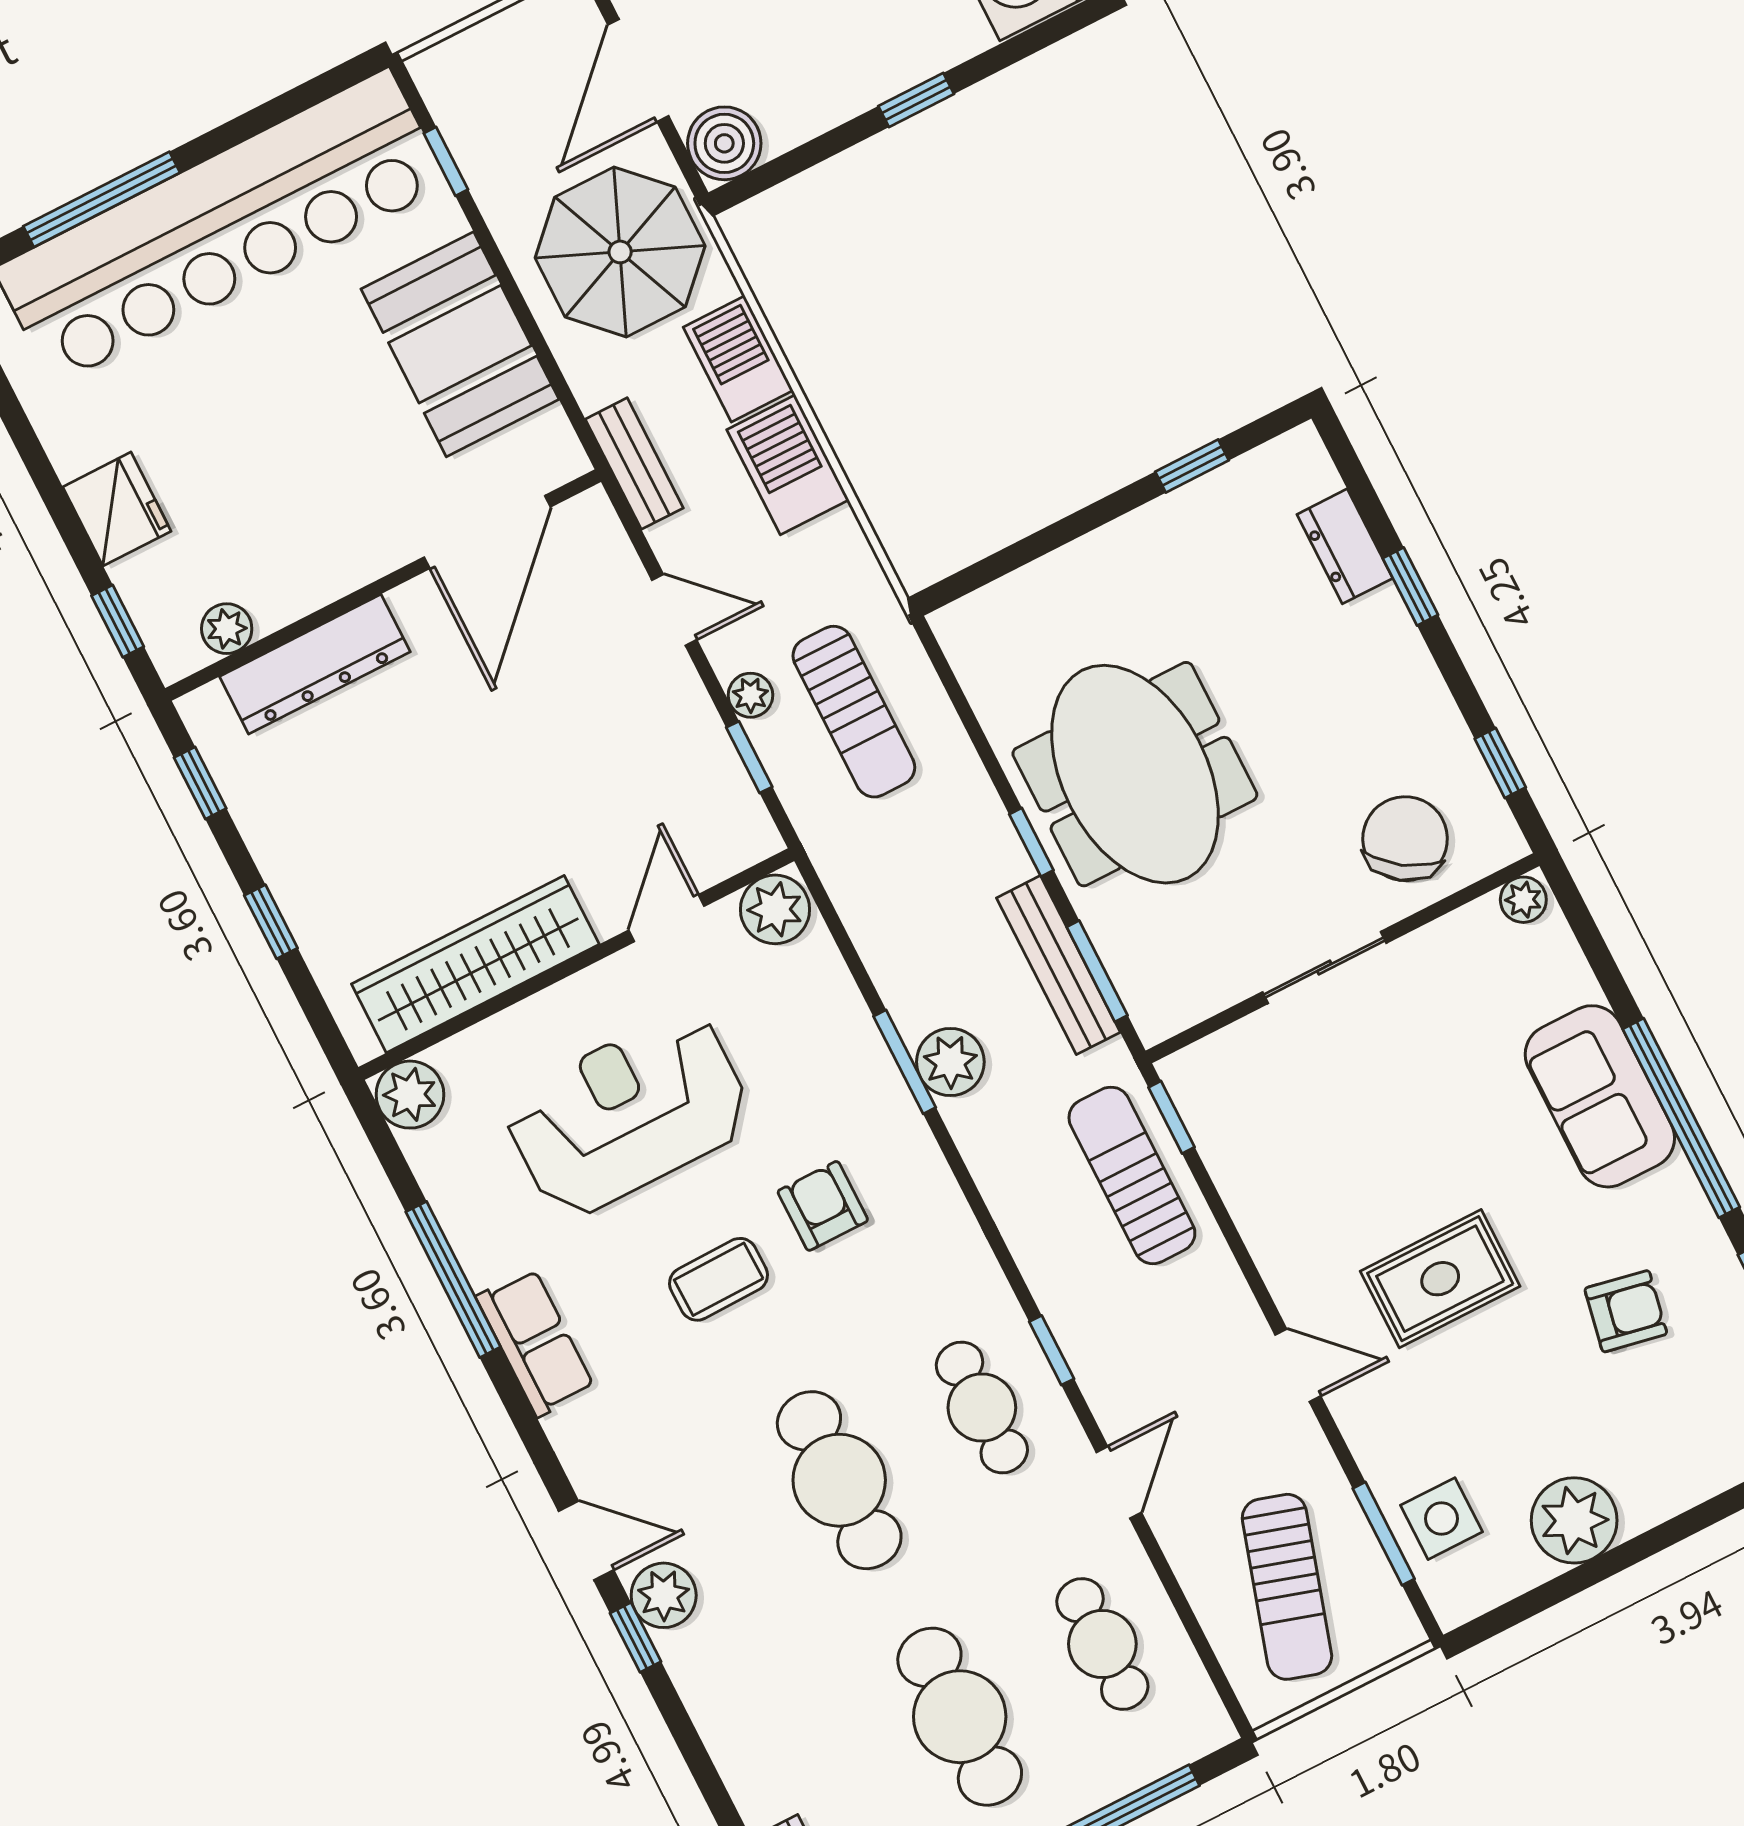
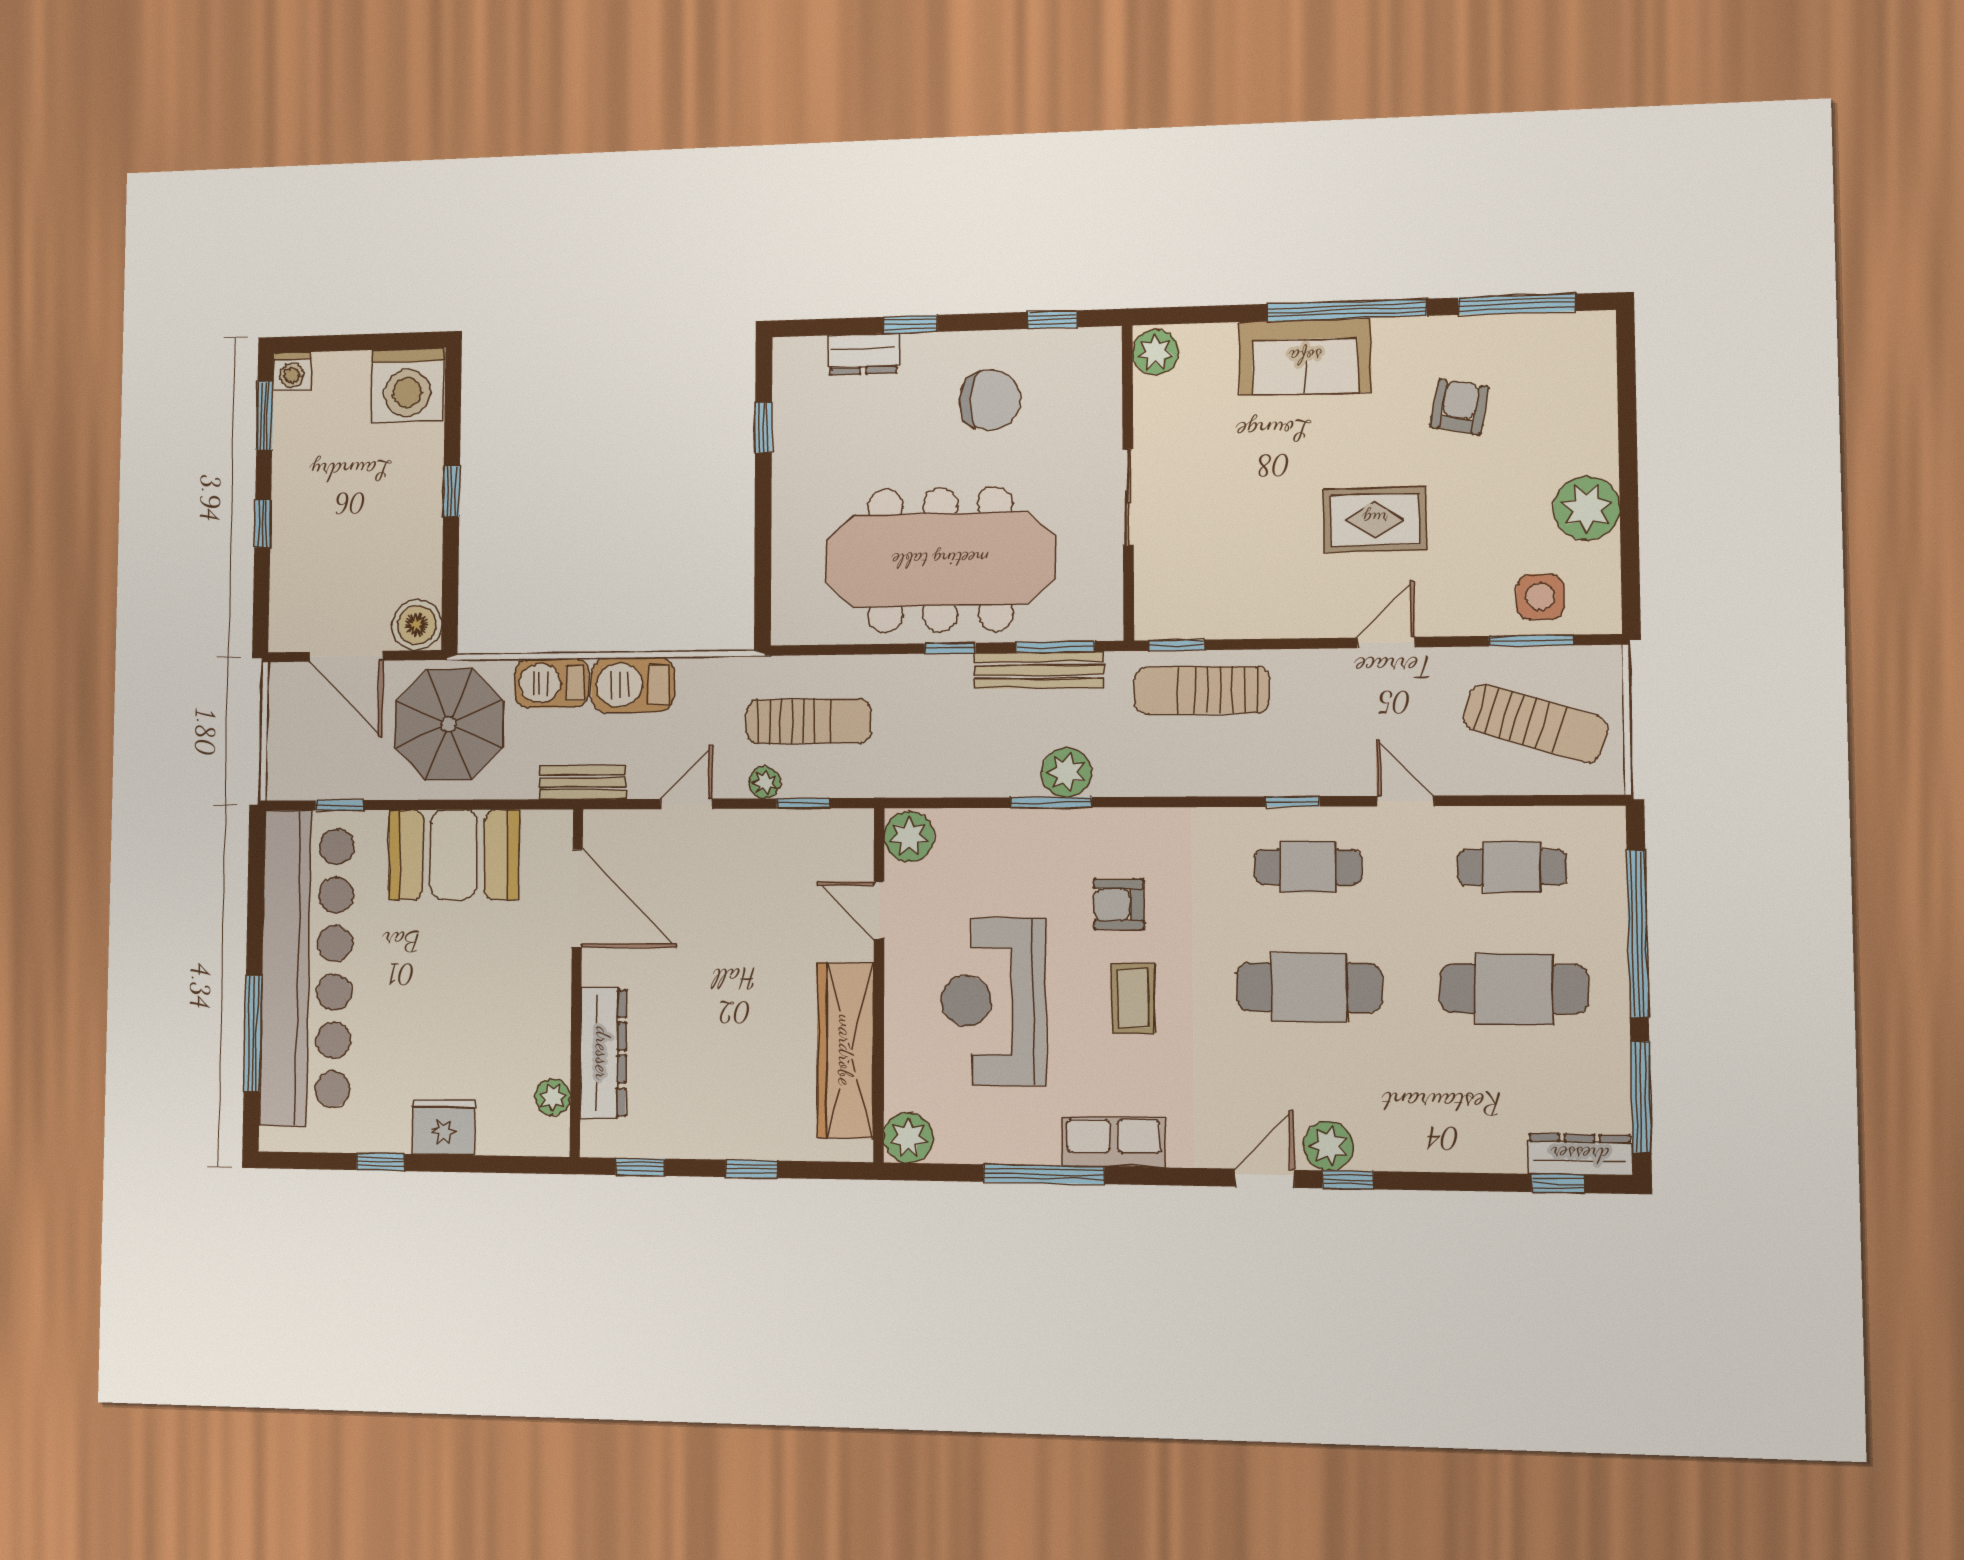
window: (118, 621) -> (380, 1162), moved
meeting table: (1135, 774) -> (940, 560), width x1.36
chair: (1405, 839) -> (990, 400), moved, turned 151
plant: (1523, 900) -> (1156, 352), width x1.38, depth x1.38
rug: (1440, 1279) -> (1375, 520), turned 90

